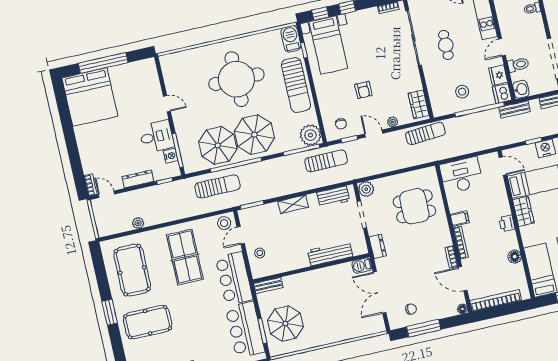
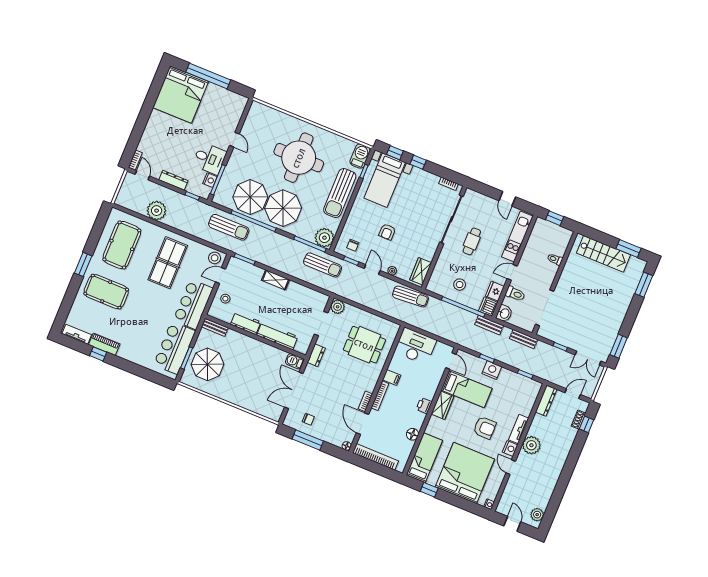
workbench: (333, 197) -> (246, 323), moved, turned 180
plant: (138, 223) -> (157, 211), width x1.87, depth x1.87

